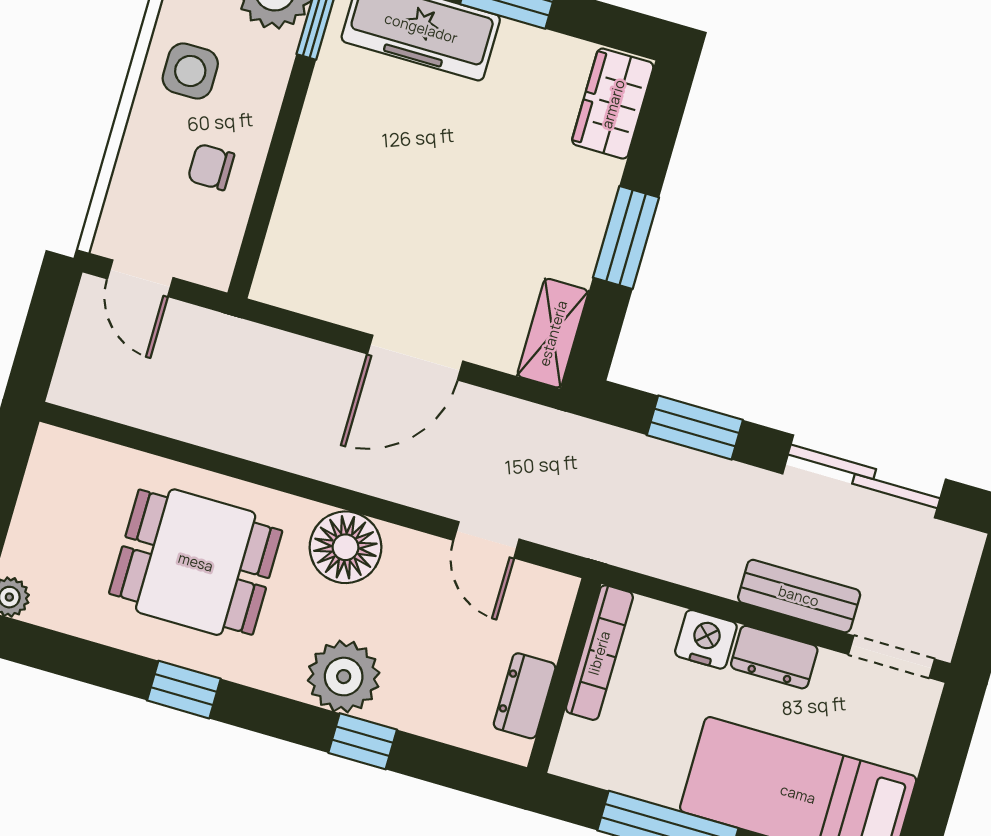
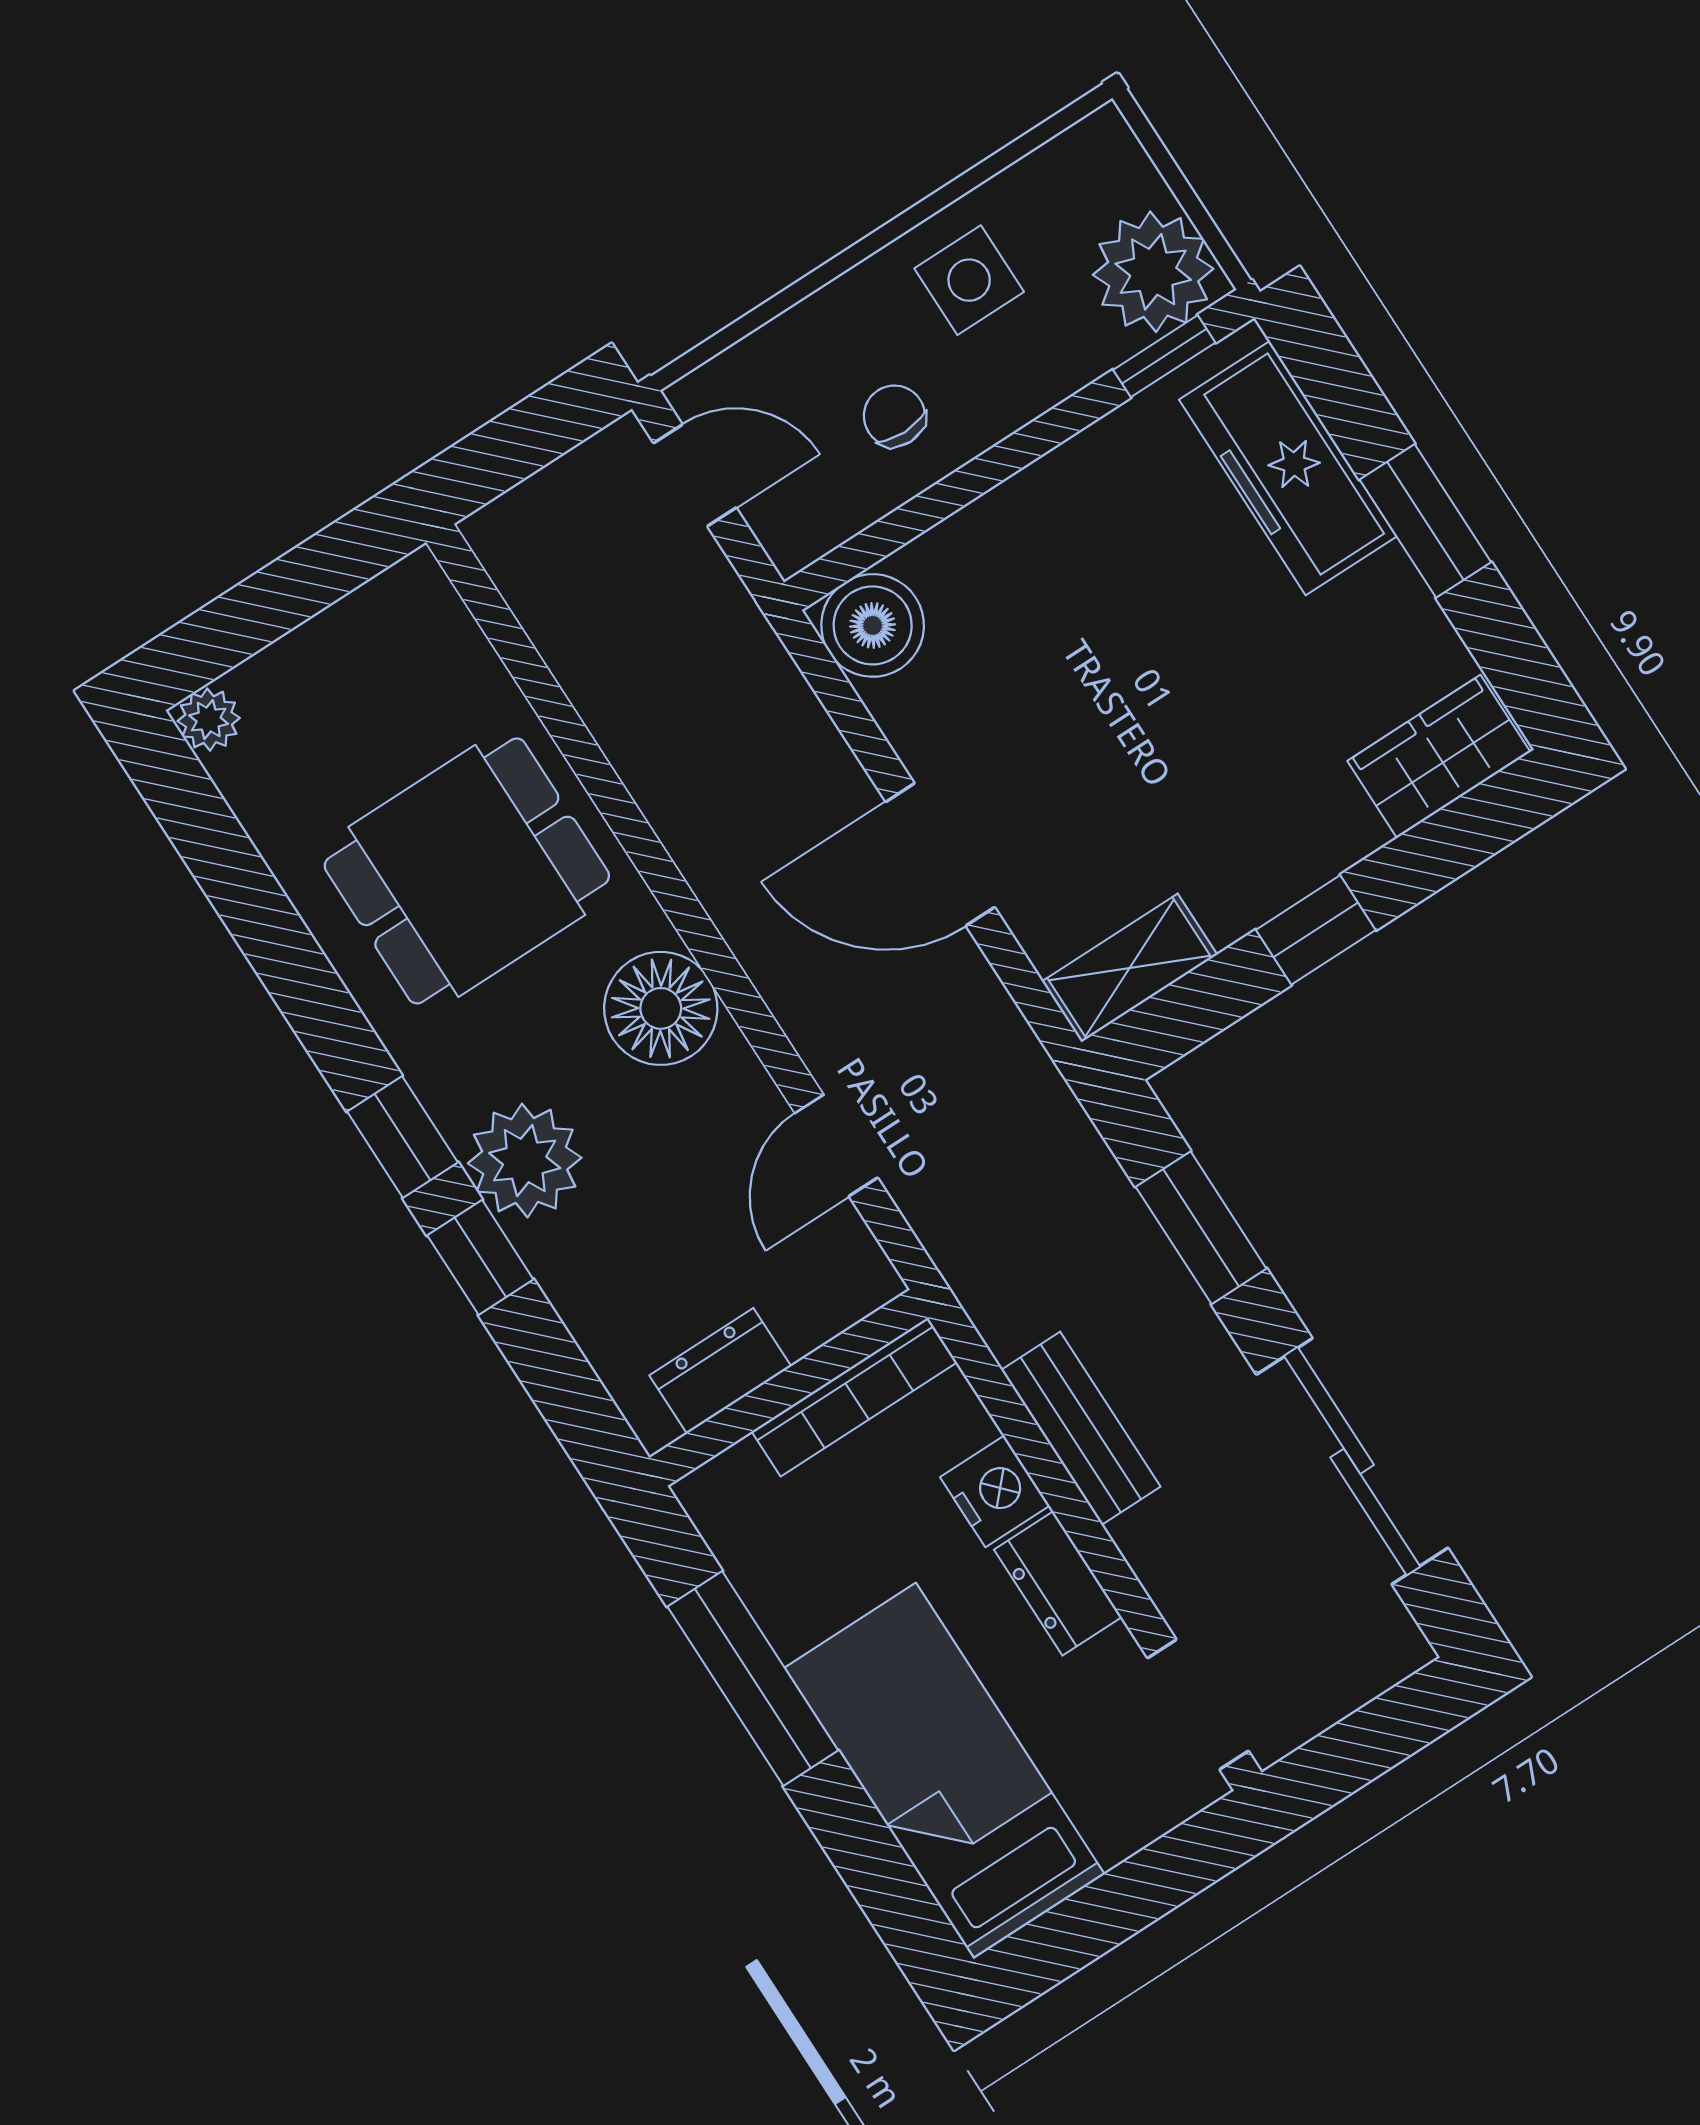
window: (626, 238) -> (1316, 930), width x0.67
boiler: (288, 276) -> (873, 625), added
door: (140, 278) -> (695, 475), swing flipped
dining table: (196, 562) -> (467, 871), turned 90
bench: (799, 596) -> (1081, 1428), moved
window: (184, 690) -> (402, 1137), moved

